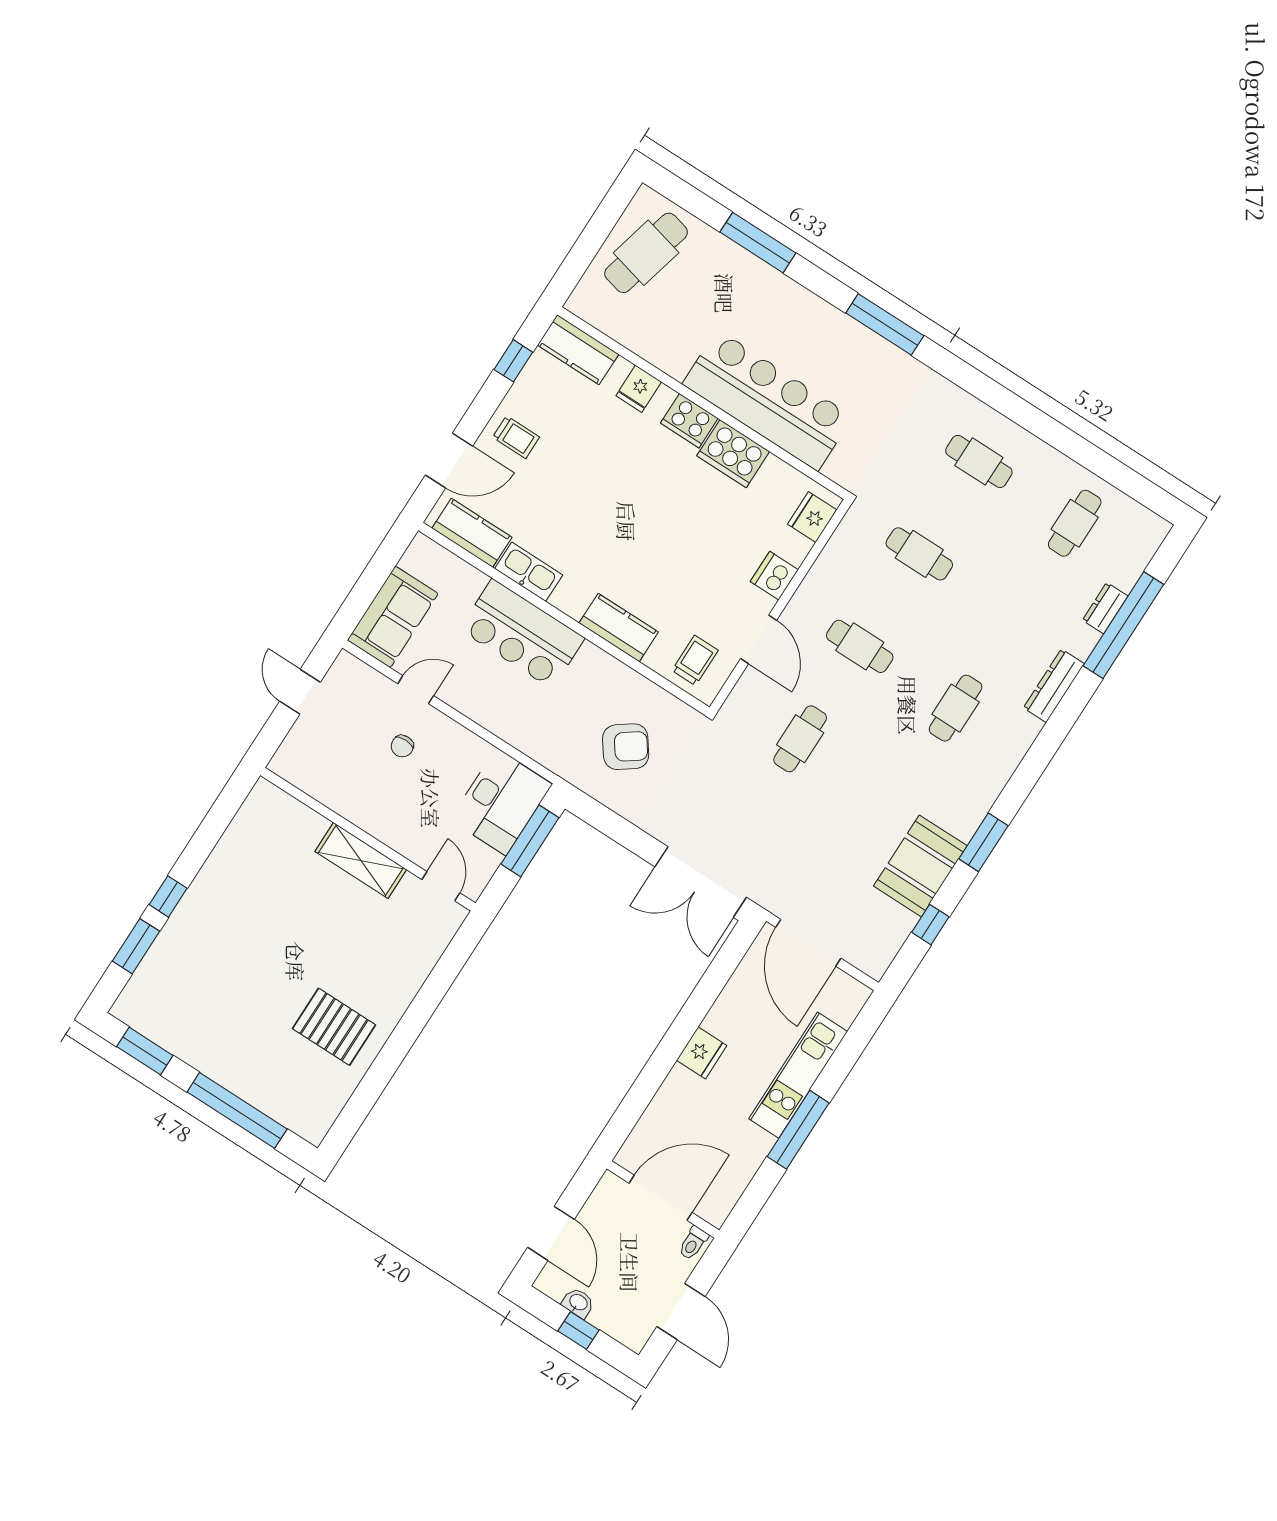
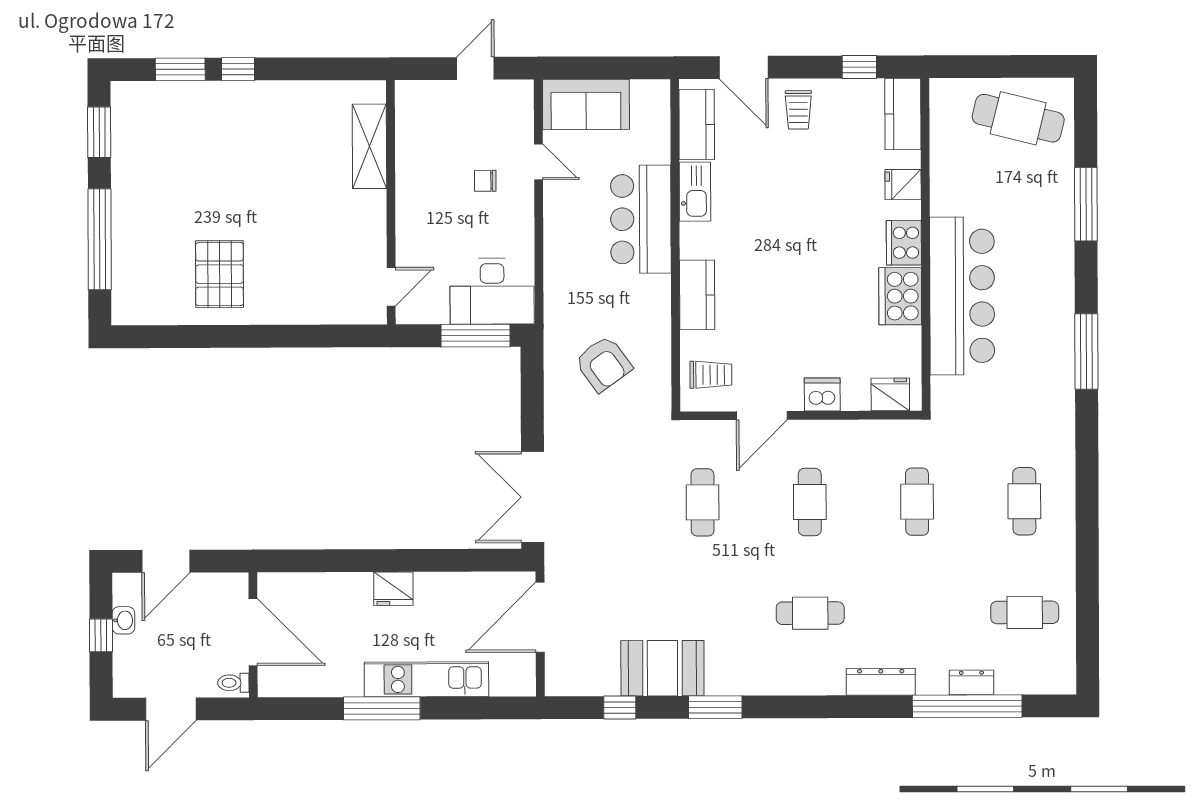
cafe table: (800, 739) -> (703, 502), turned 90
shelving: (361, 860) -> (369, 146), moved

